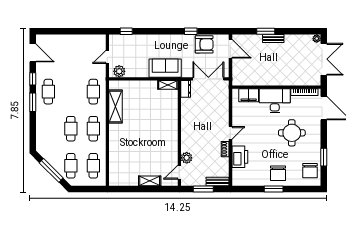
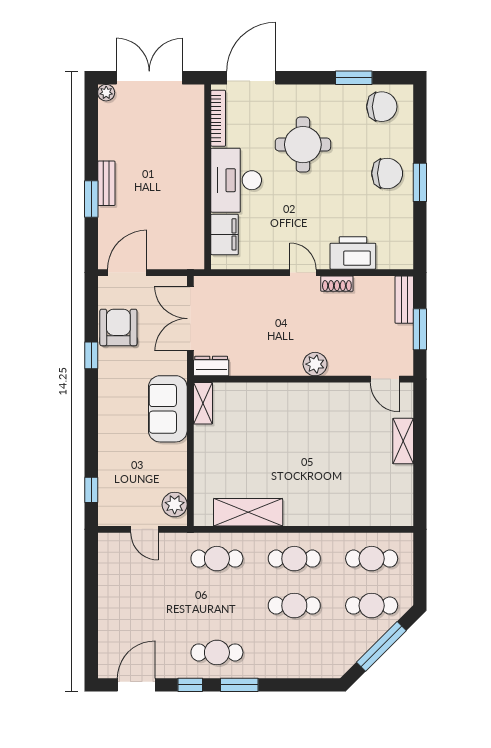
plant: (187, 158) -> (315, 364), moved

